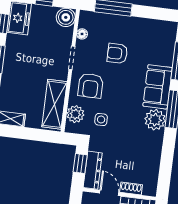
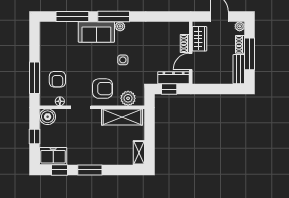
armchair: (117, 53) -> (57, 79), moved
side table: (101, 119) -> (123, 60), moved
plant: (155, 120) -> (120, 26), width x0.53, depth x0.53

